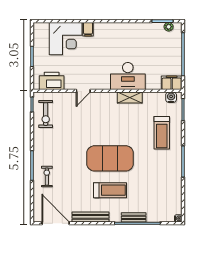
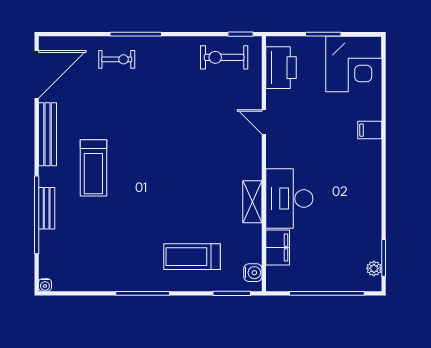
corner desk: (66, 39) -> (354, 64), moved, turned -90
filing cabinet: (172, 83) -> (278, 248), moved
exercise mat: (110, 158) -> (148, 168), removed

